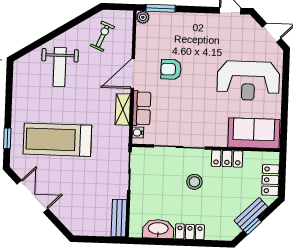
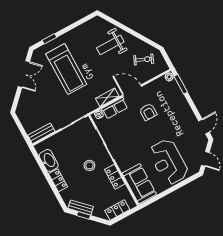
armchair: (171, 69) -> (148, 112), turned 180
treadmill: (57, 140) -> (66, 69), turned 180
bench: (251, 214) -> (81, 207), moved

